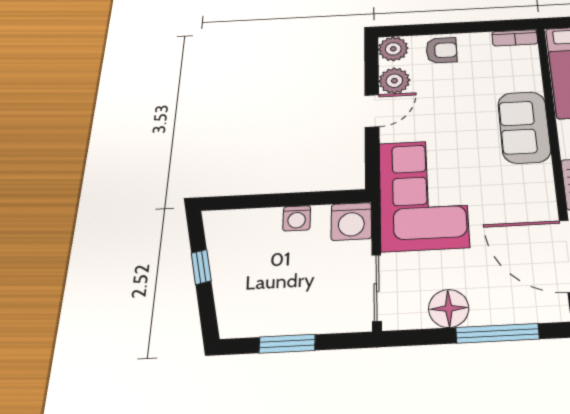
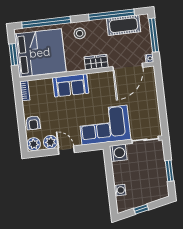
armchair: (441, 50) -> (33, 123), turned 180
washing machine: (297, 218) -> (120, 190), moved
floor lamp: (449, 308) -> (152, 112), removed
window: (497, 333) -> (160, 93), removed

